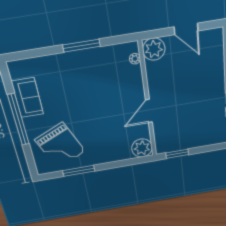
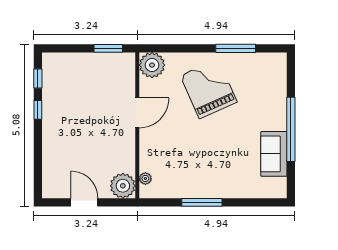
grand piano: (60, 145) -> (209, 89), moved

